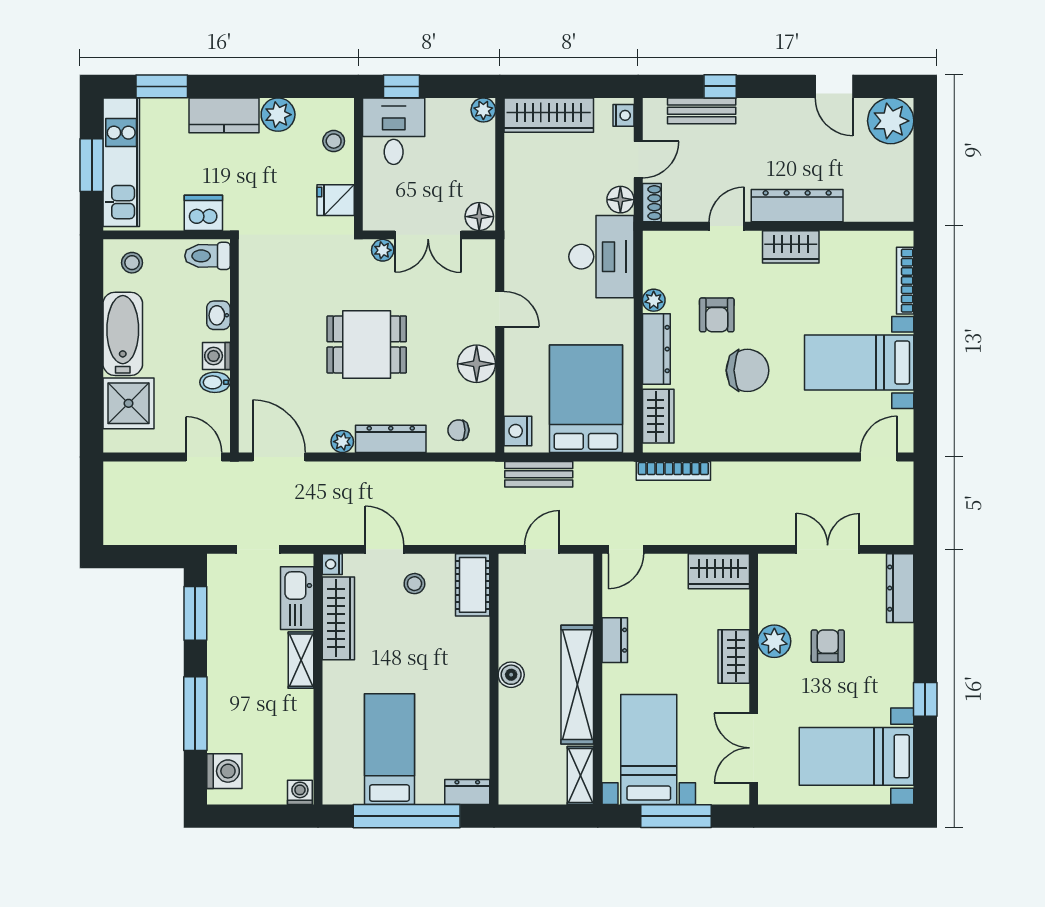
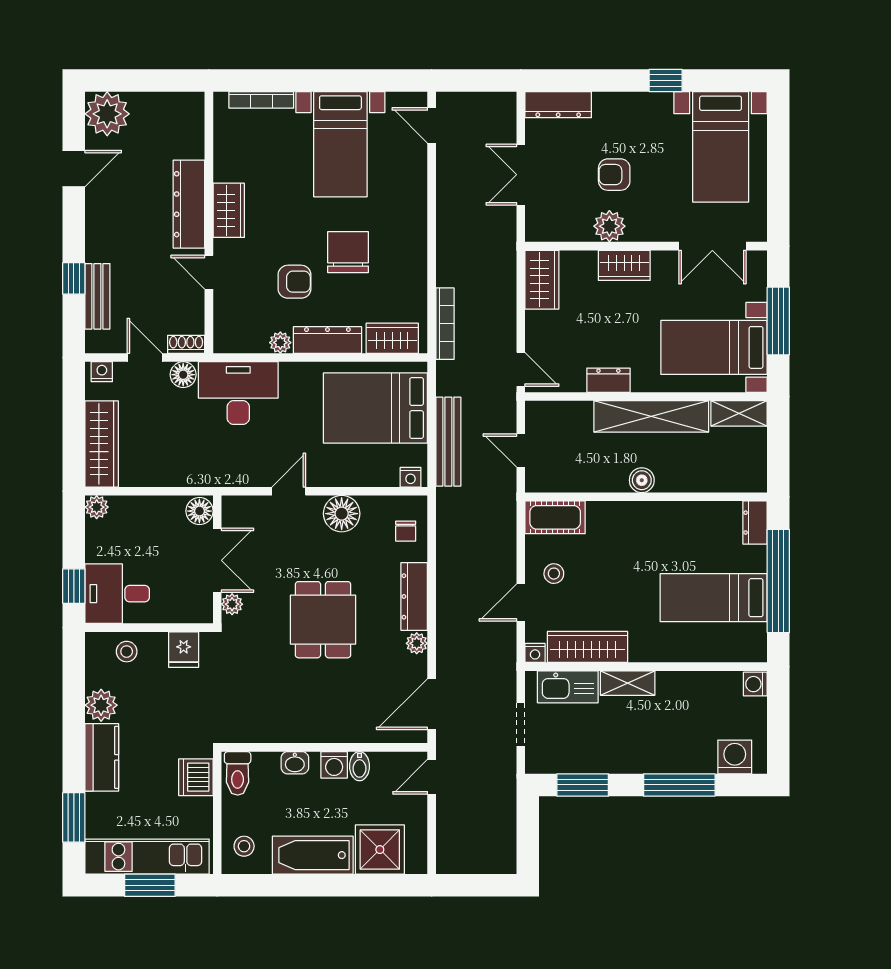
nightstand: (518, 431) -> (411, 477), width x0.72, depth x0.74
bench: (539, 474) -> (448, 442), width x1.36

